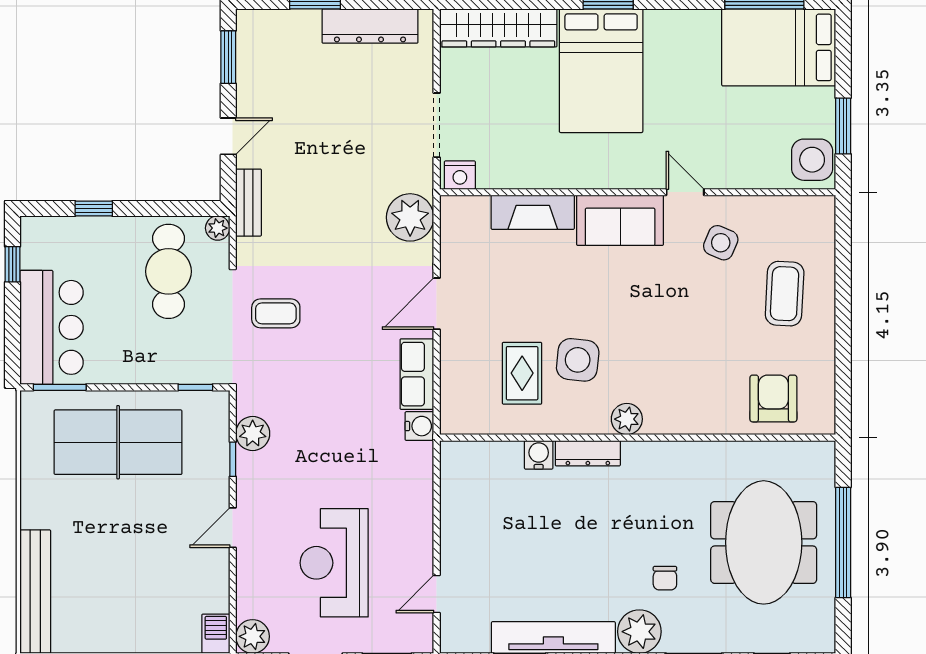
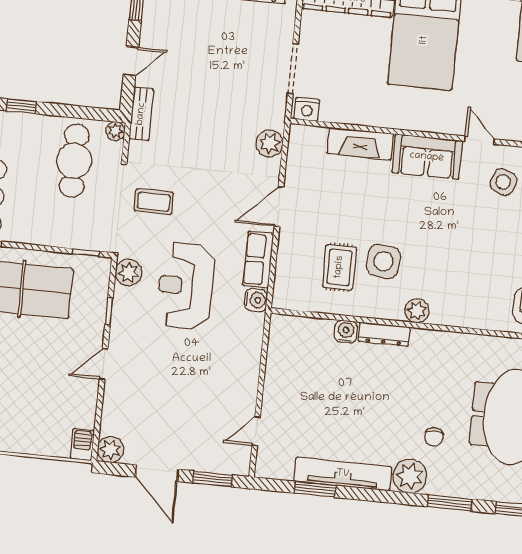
plant: (410, 217) -> (269, 143), width x0.73, depth x0.73
plant: (253, 434) -> (129, 273), moved
reception desk: (334, 563) -> (186, 286), moved

